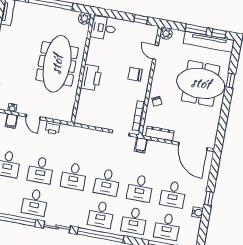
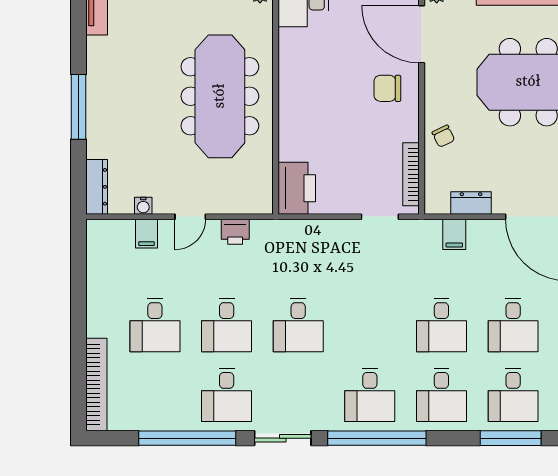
door: (155, 52) -> (422, 34), width x1.88
printer: (91, 77) -> (297, 188), moved
door: (33, 117) -> (190, 217), hinge flipped
dresser: (160, 134) -> (471, 203), width x0.70
filing cabinet: (141, 145) -> (454, 234), moved
desk: (107, 182) -> (370, 325), removed

